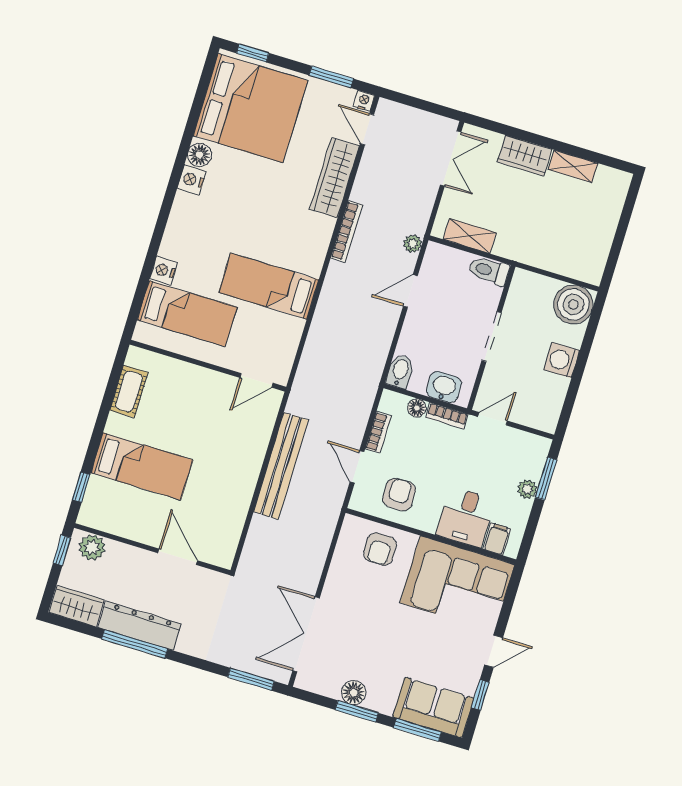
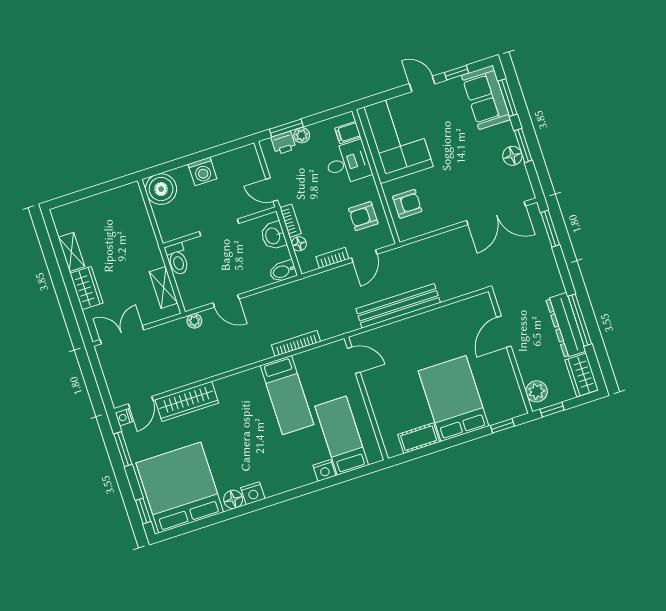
bookcase: (347, 231) -> (296, 343), moved
printer: (533, 465) -> (283, 143), added
bed: (142, 466) -> (453, 398), width x1.50

